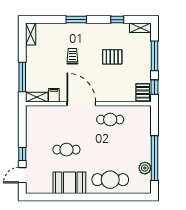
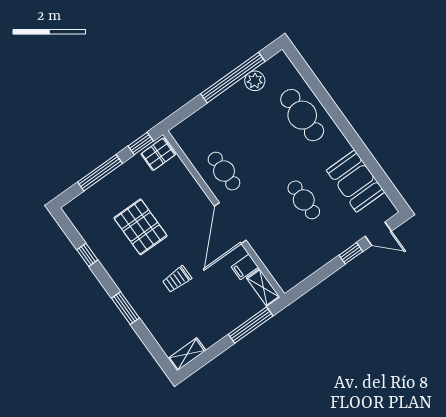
shelving: (140, 28) -> (77, 217), removed
pallet: (112, 57) -> (141, 227), width x1.50, depth x1.42
booth: (69, 183) -> (355, 181), moved

